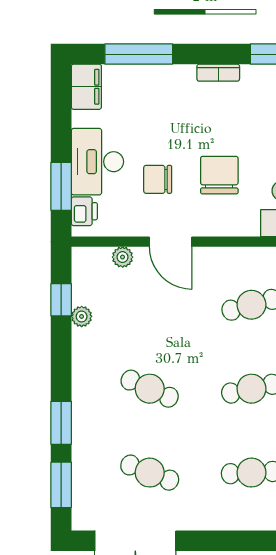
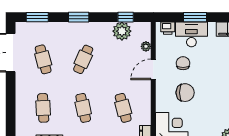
window: (61, 186) -> (195, 17), moved
plant: (82, 316) -> (122, 31), width x1.88, depth x1.88
window: (61, 423) -> (79, 17), moved
cafe table: (150, 473) -> (43, 59), turned -36

